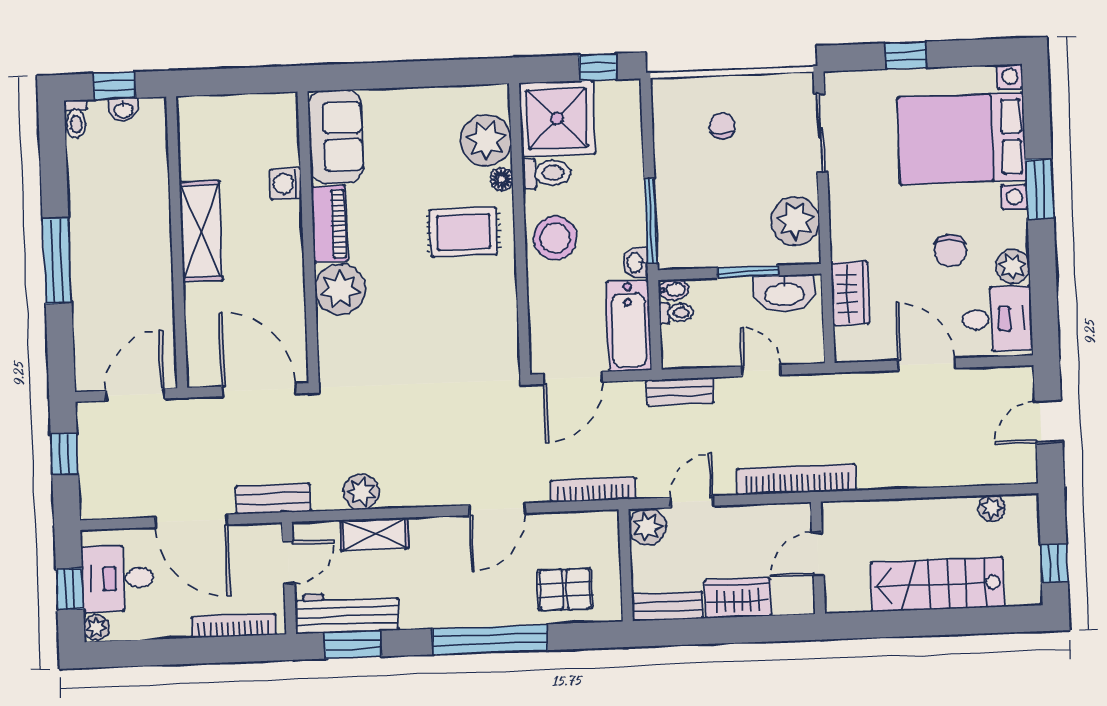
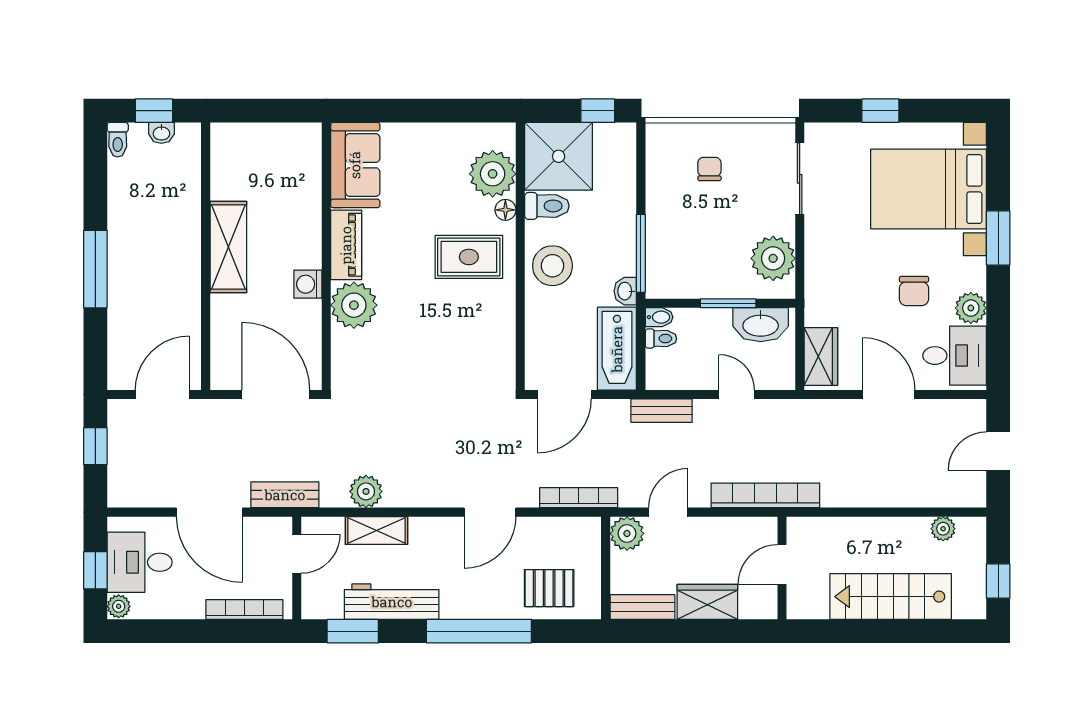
washing machine: (286, 184) -> (308, 284), moved
wardrobe: (850, 293) -> (821, 356), moved
workbench: (347, 613) -> (392, 602), moved

